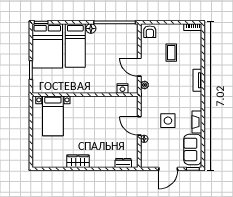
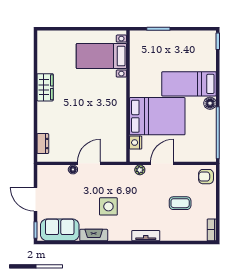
bed: (47, 46) -> (157, 116), moved, turned 180
side table: (168, 121) -> (108, 206), moved

